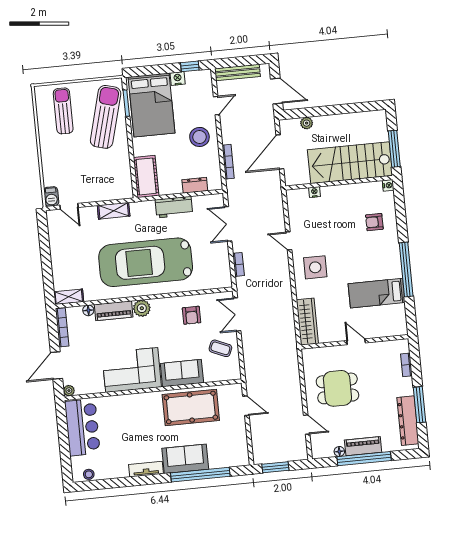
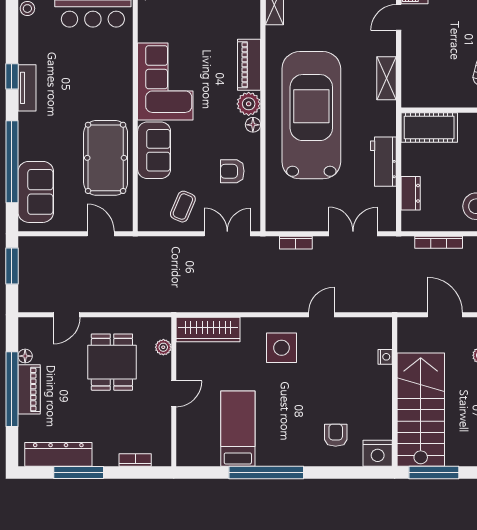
door: (280, 152) -> (445, 315), width x0.73
nightstand: (388, 185) -> (378, 453), width x1.89, depth x1.79
floor lamp: (88, 310) -> (253, 125), moved
plant: (323, 353) -> (163, 347), added
door: (246, 406) -> (101, 234), swing flipped
sofa: (185, 459) -> (36, 192), moved
window: (139, 481) -> (12, 76), added

